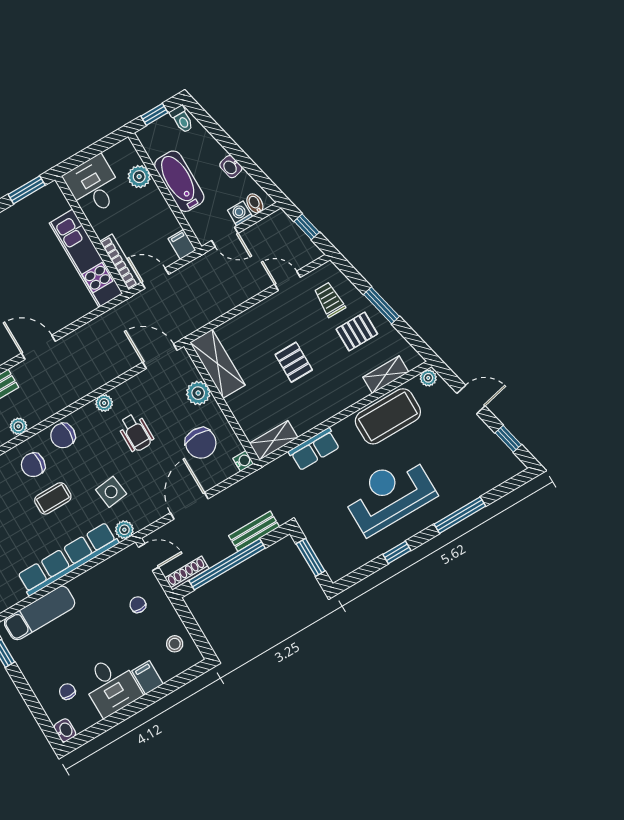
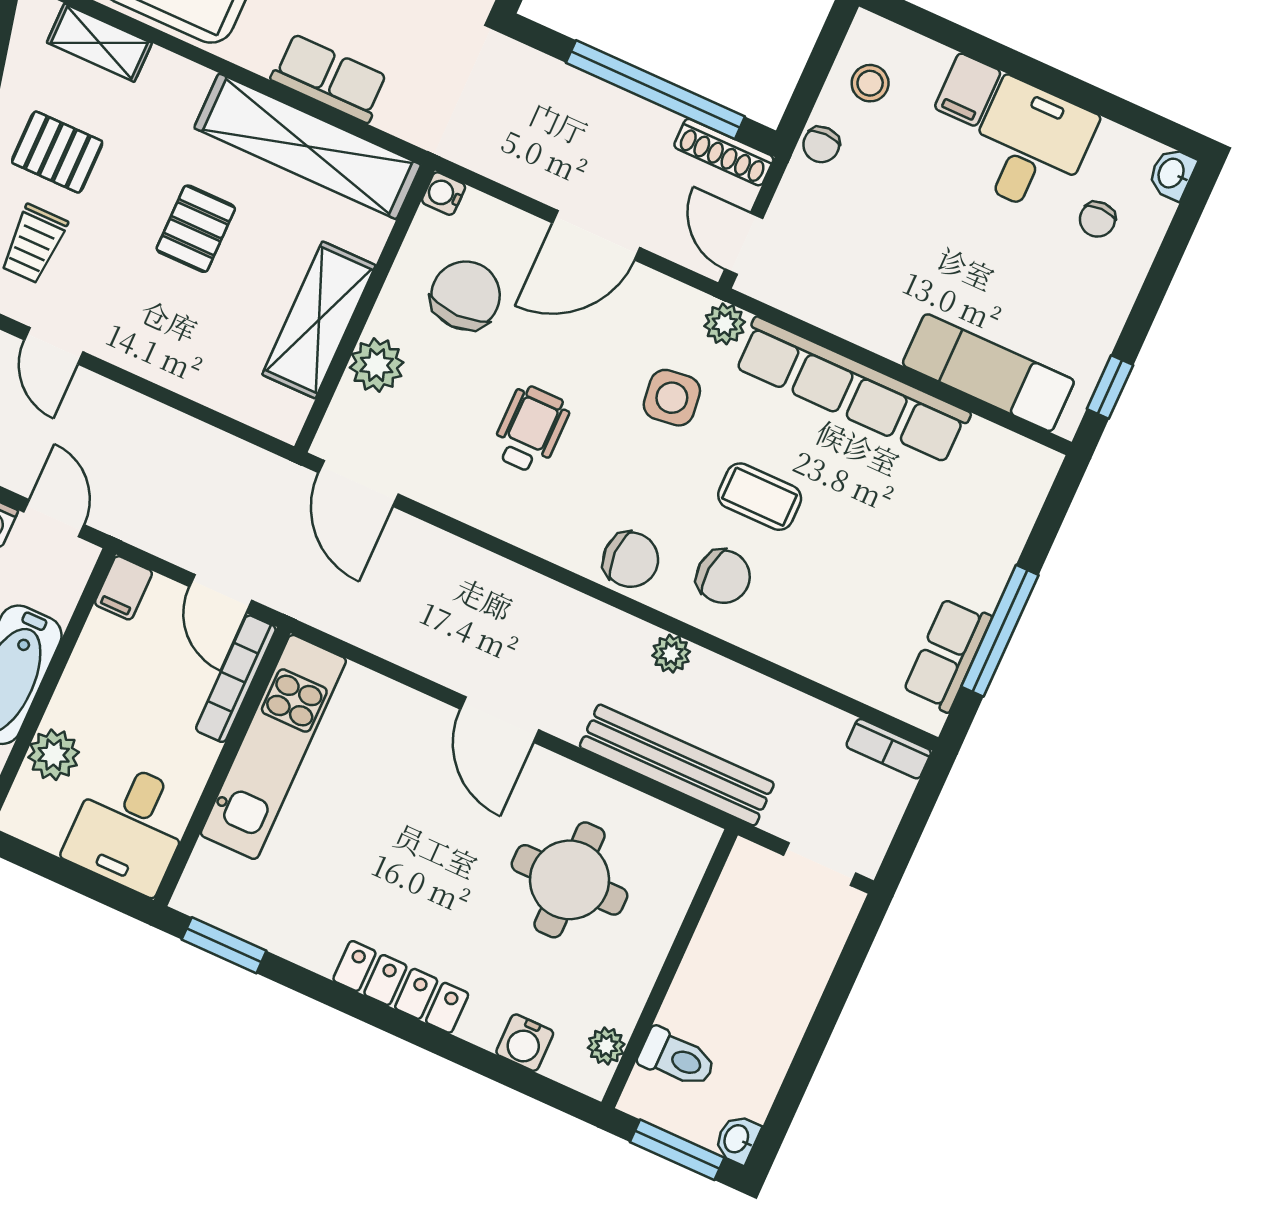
shelving: (218, 364) -> (319, 320), moved
plant: (104, 403) -> (517, 526), removed
shelving: (274, 440) -> (308, 146), width x2.20, depth x1.33
bench: (254, 531) -> (559, 83), removed
chair: (138, 605) -> (821, 145), moved

